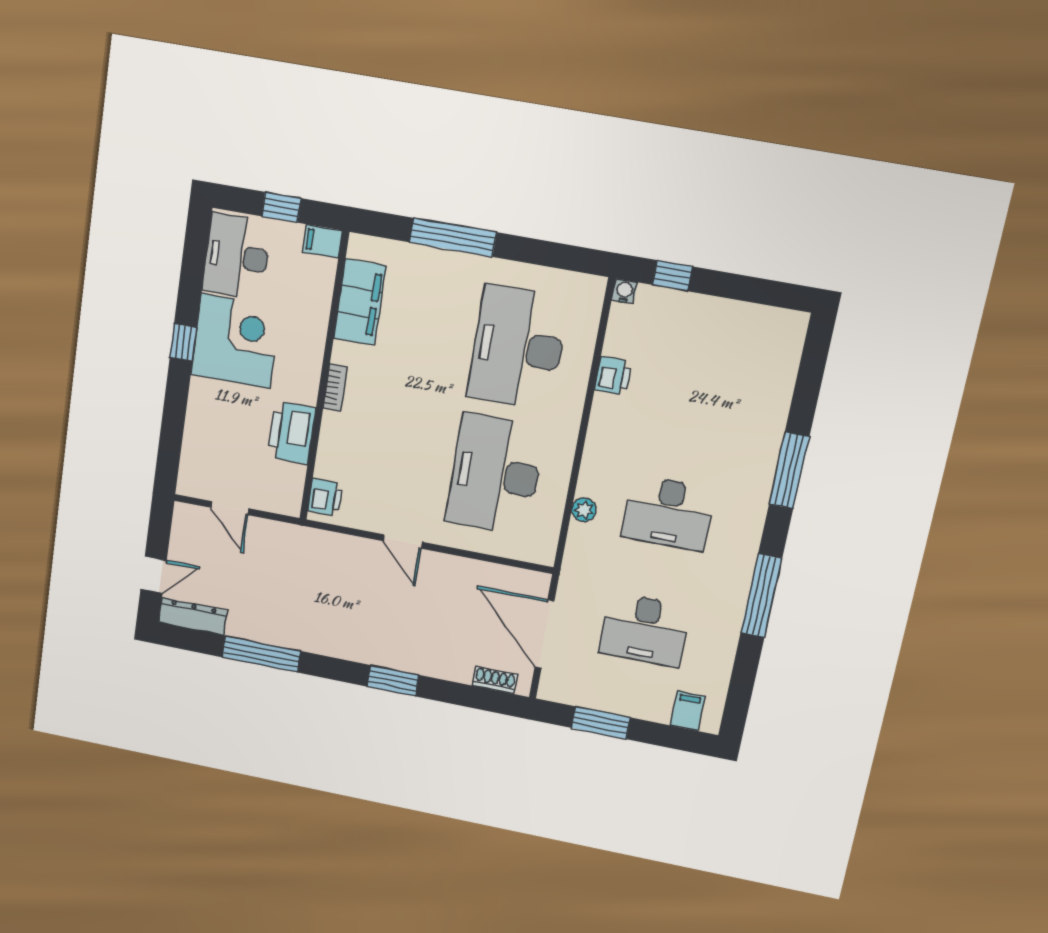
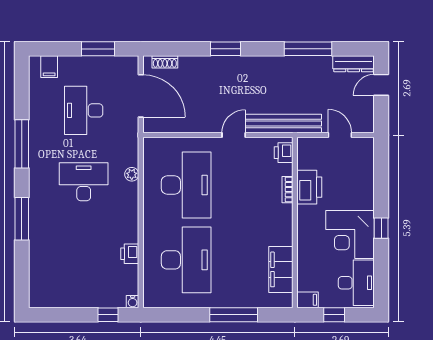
bookcase: (335, 388) -> (287, 190), moved
door: (403, 542) -> (234, 135), hinge flipped
bench: (318, 544) -> (283, 123), added
desk: (644, 630) -> (84, 110), turned -90

